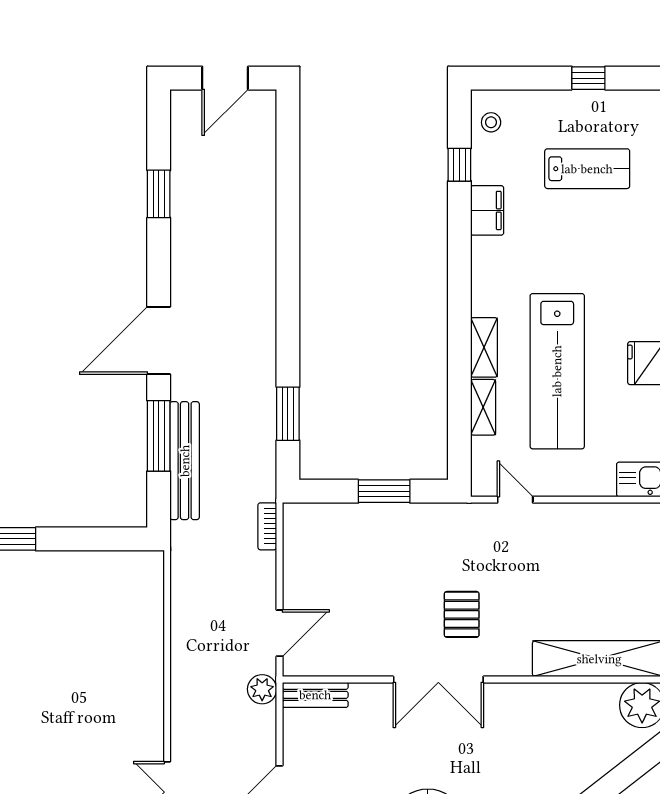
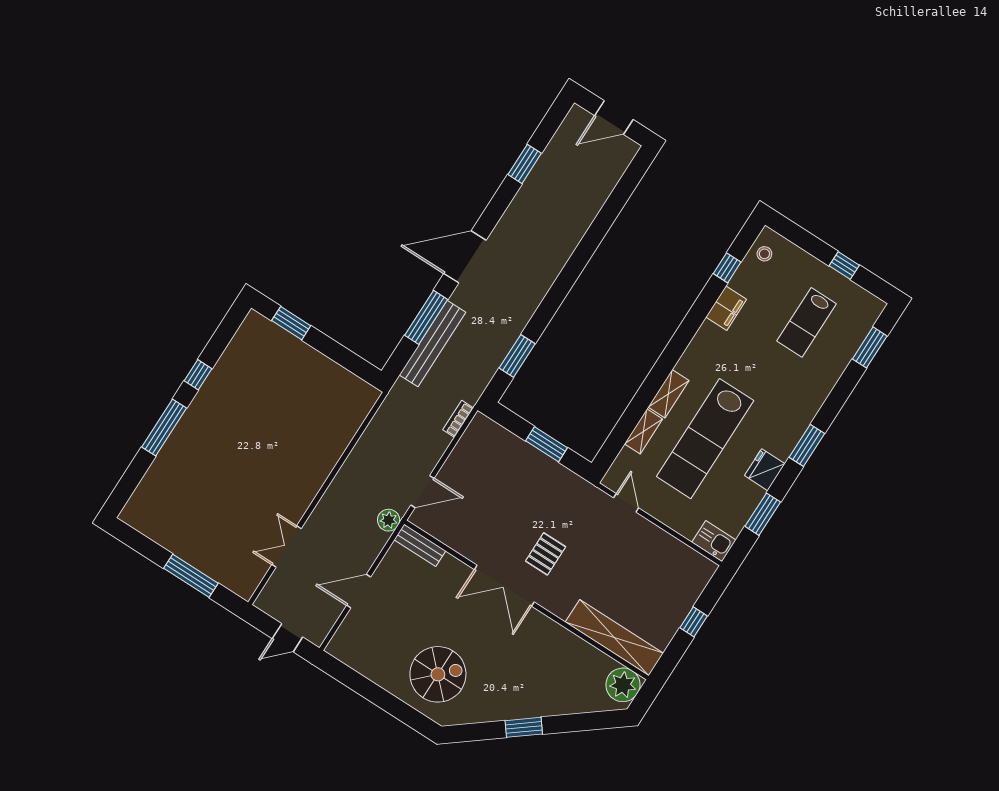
lab bench: (587, 169) -> (807, 322), turned 90

